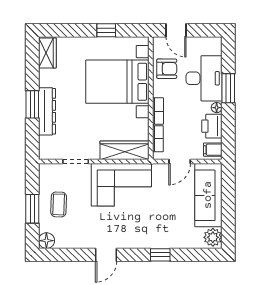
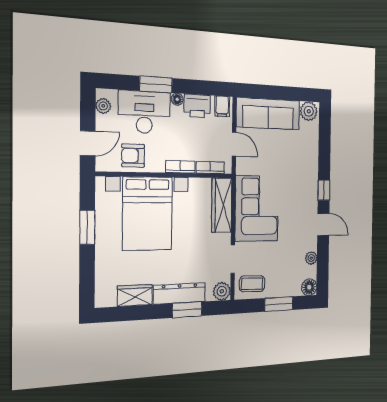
window: (106, 30) -> (87, 227), width x1.50
plant: (207, 43) -> (103, 106), added
wardrobe: (47, 53) -> (135, 295), moved
armchair: (167, 69) -> (133, 156), turned -90
window: (32, 104) -> (187, 310), moved
plant: (47, 151) -> (222, 291), added
coffee table: (59, 204) -> (252, 284), moved
plant: (74, 242) -> (311, 258), added
window: (160, 255) -> (324, 190), moved

